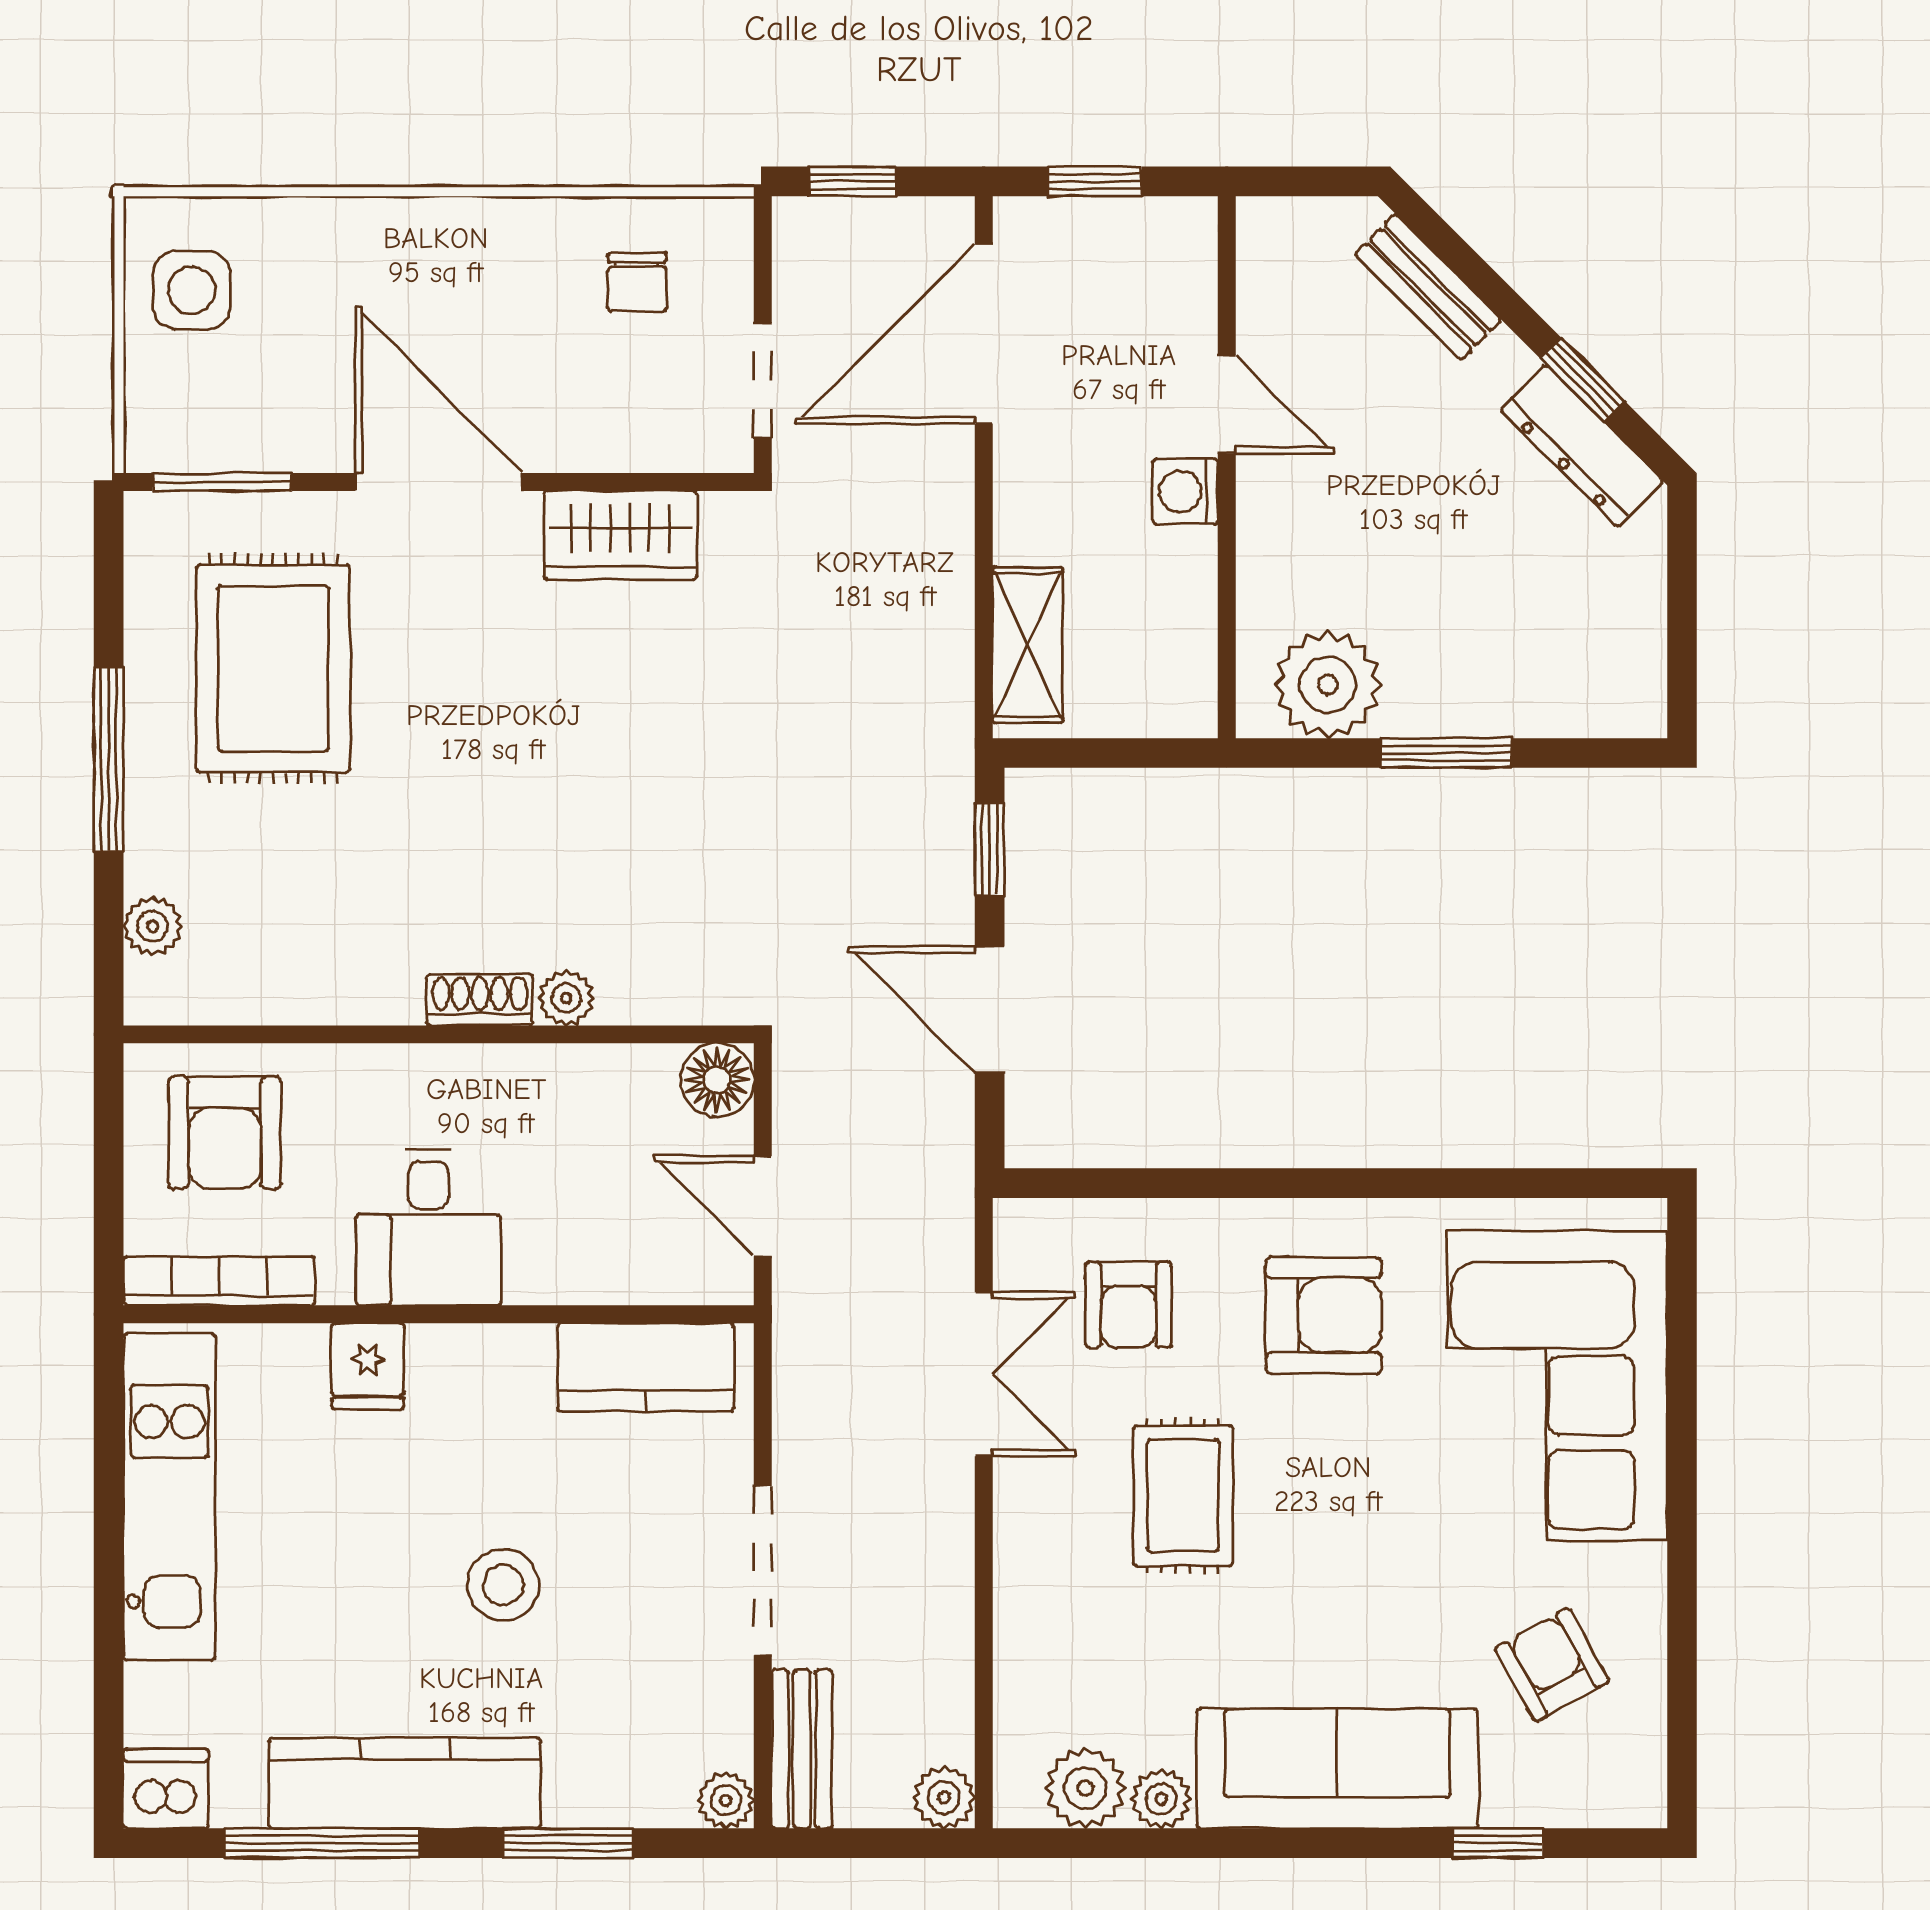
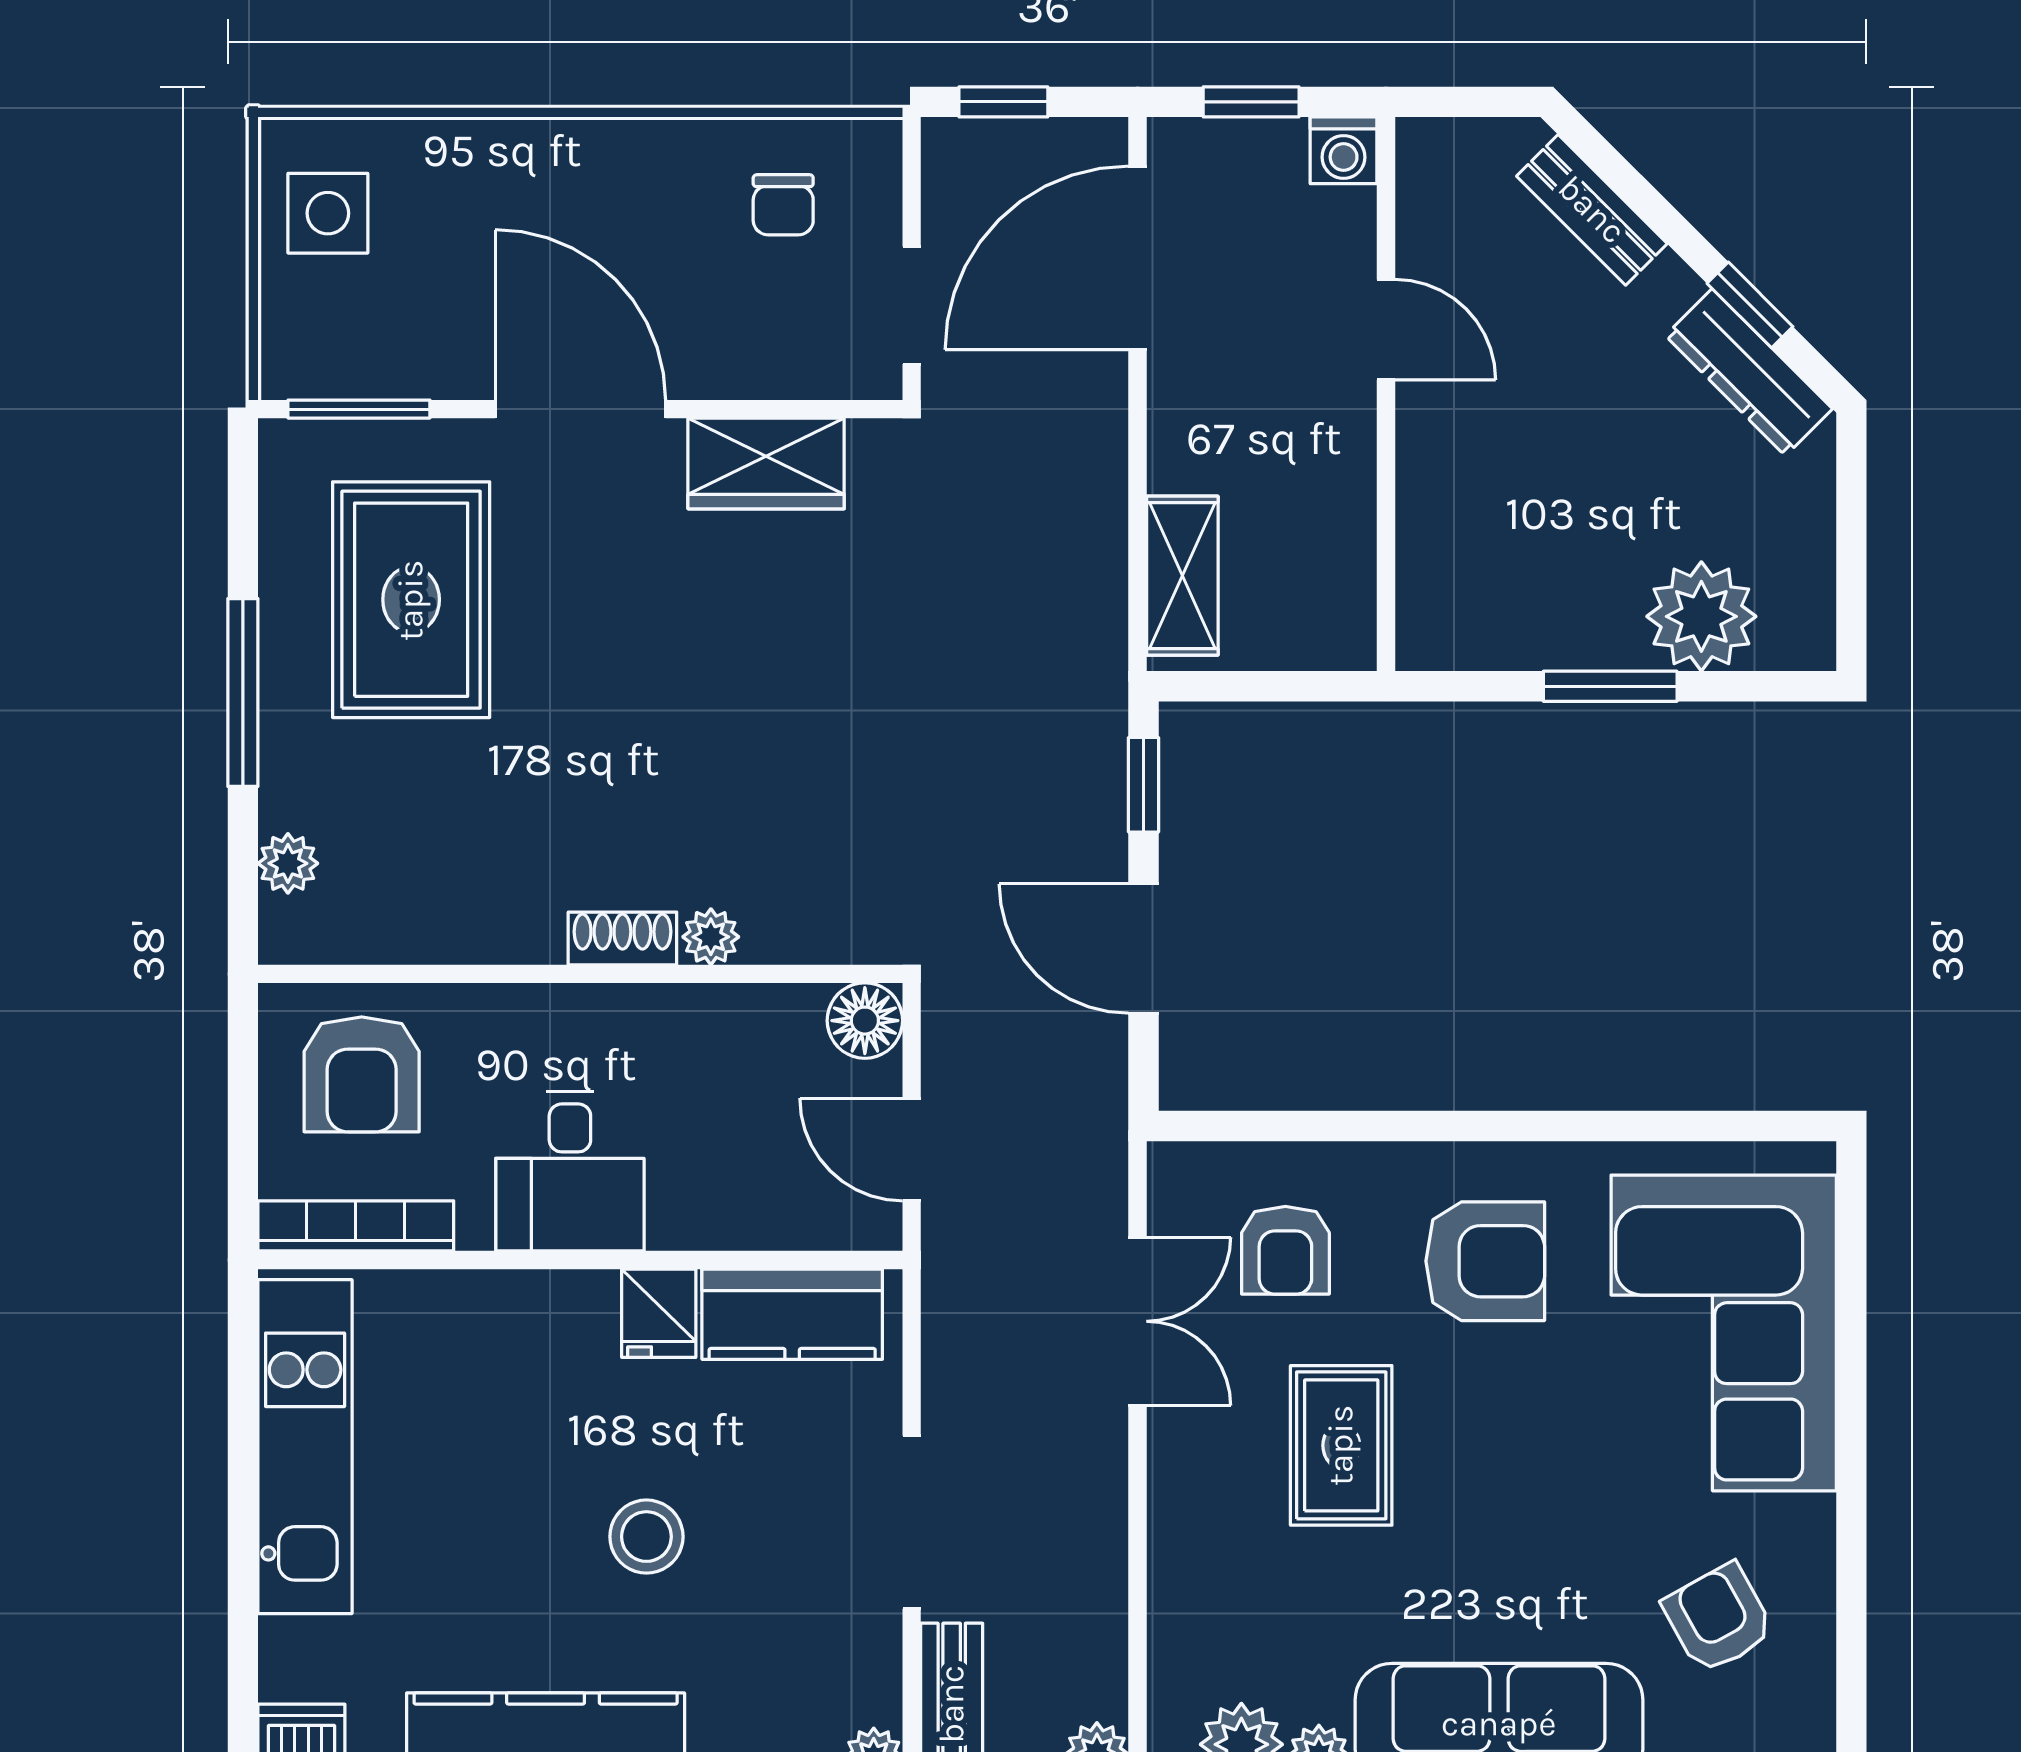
washing machine: (1185, 491) -> (1344, 150), moved, turned -90
plant: (1328, 685) -> (1701, 616), moved
fridge: (368, 1366) -> (659, 1313), moved

